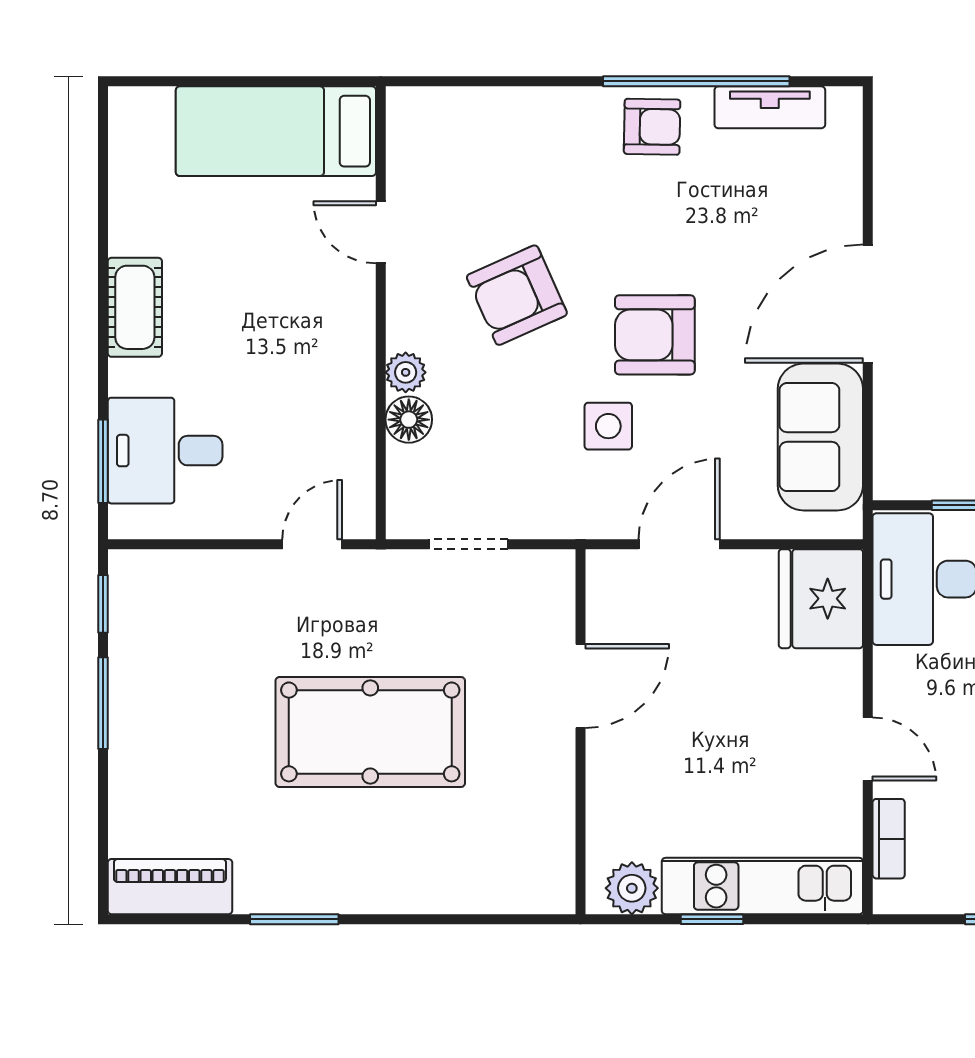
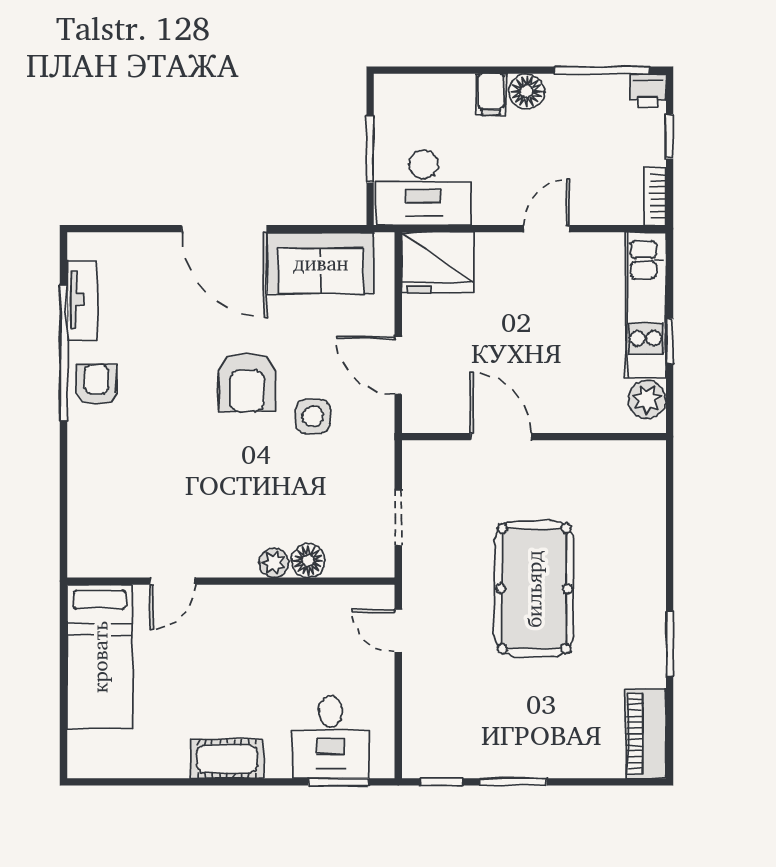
armchair: (517, 295) -> (218, 483), removed
bookcase: (889, 839) -> (655, 196), moved, turned -90

